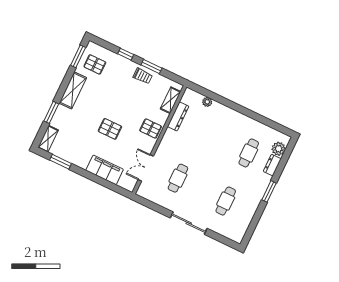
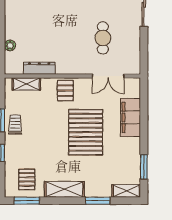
pallet: (110, 129) -> (86, 132), width x2.05, depth x2.00
cafe table: (178, 178) -> (103, 38), turned 90

